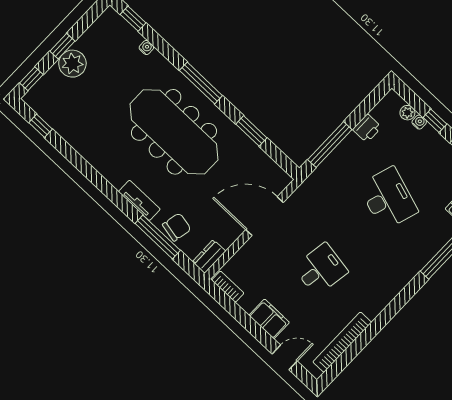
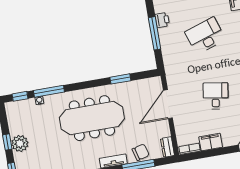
window: (201, 83) -> (49, 91), moved
window: (330, 145) -> (155, 33), moved
desk: (388, 198) -> (205, 36), turned -36
chair: (177, 227) -> (141, 152), turned 63
filing cabinet: (269, 319) -> (211, 142), moved

